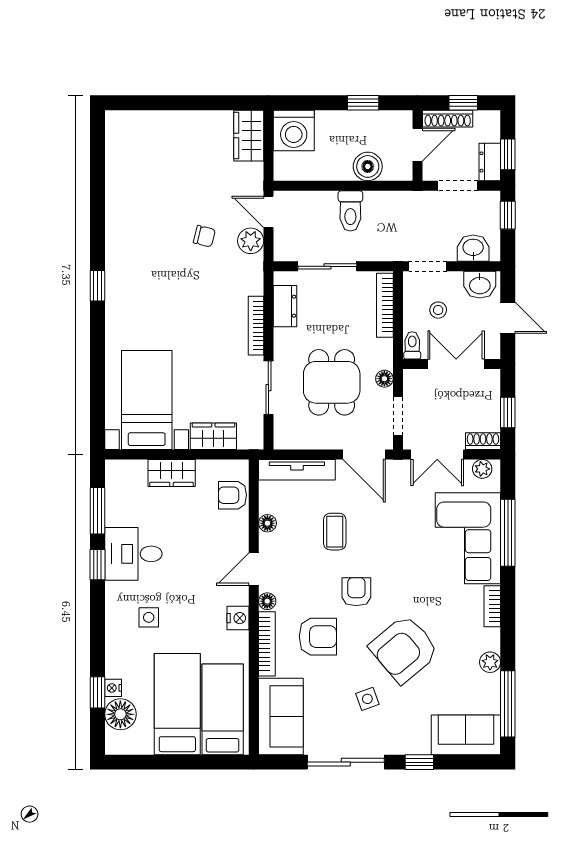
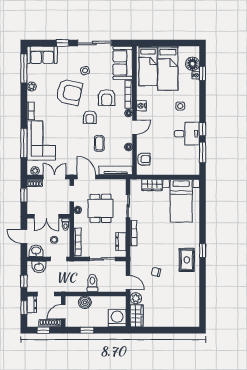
plant: (251, 241) -> (136, 298), moved
rug: (134, 264) -> (187, 260), added
wardrobe: (172, 473) -> (170, 169), removed
armchair: (318, 637) -> (107, 98), turned -90
armchair: (404, 649) -> (69, 92), turned 52

